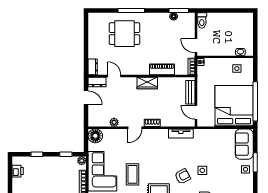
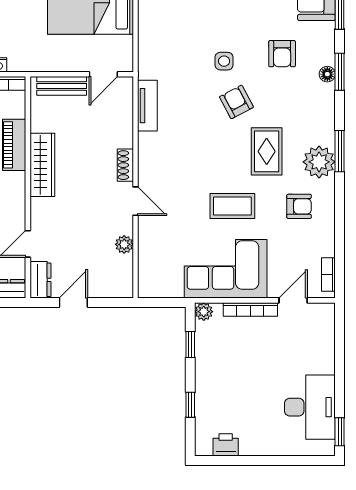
wardrobe: (147, 83) -> (42, 165), width x1.50
floor lamp: (95, 136) -> (152, 283), removed

